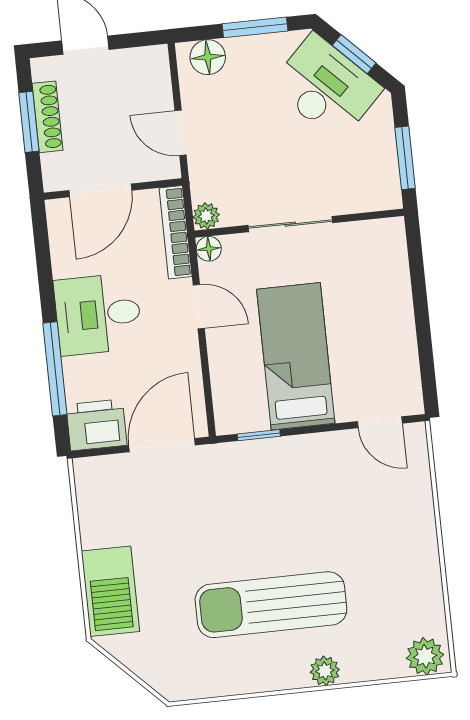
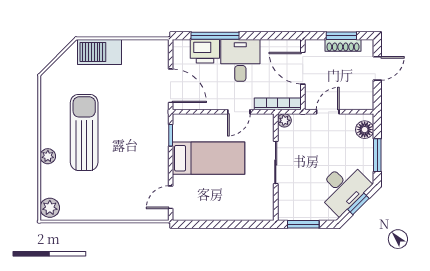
floor lamp: (209, 249) -> (268, 120), removed
printer: (96, 425) -> (205, 51), moved, turned 90

